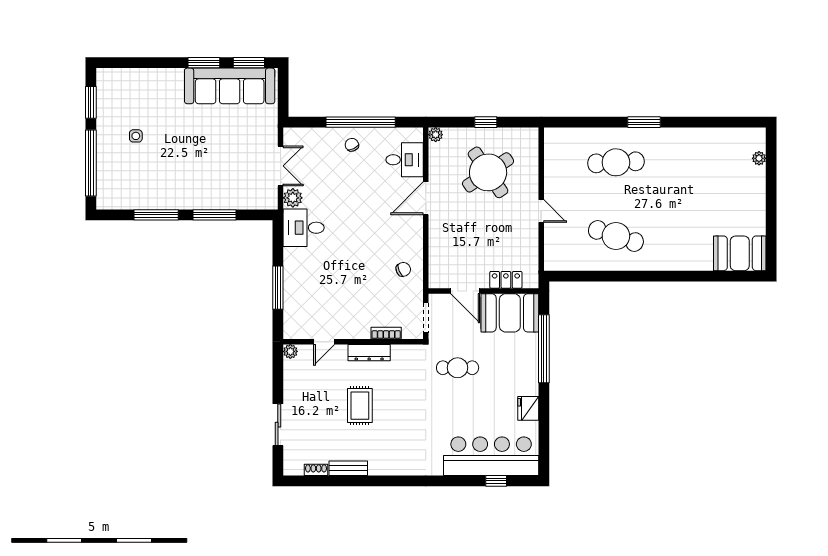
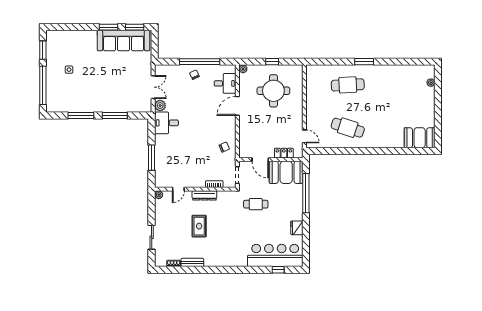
round table: (488, 172) -> (273, 91), turned 34
door: (541, 211) -> (304, 136), moved

